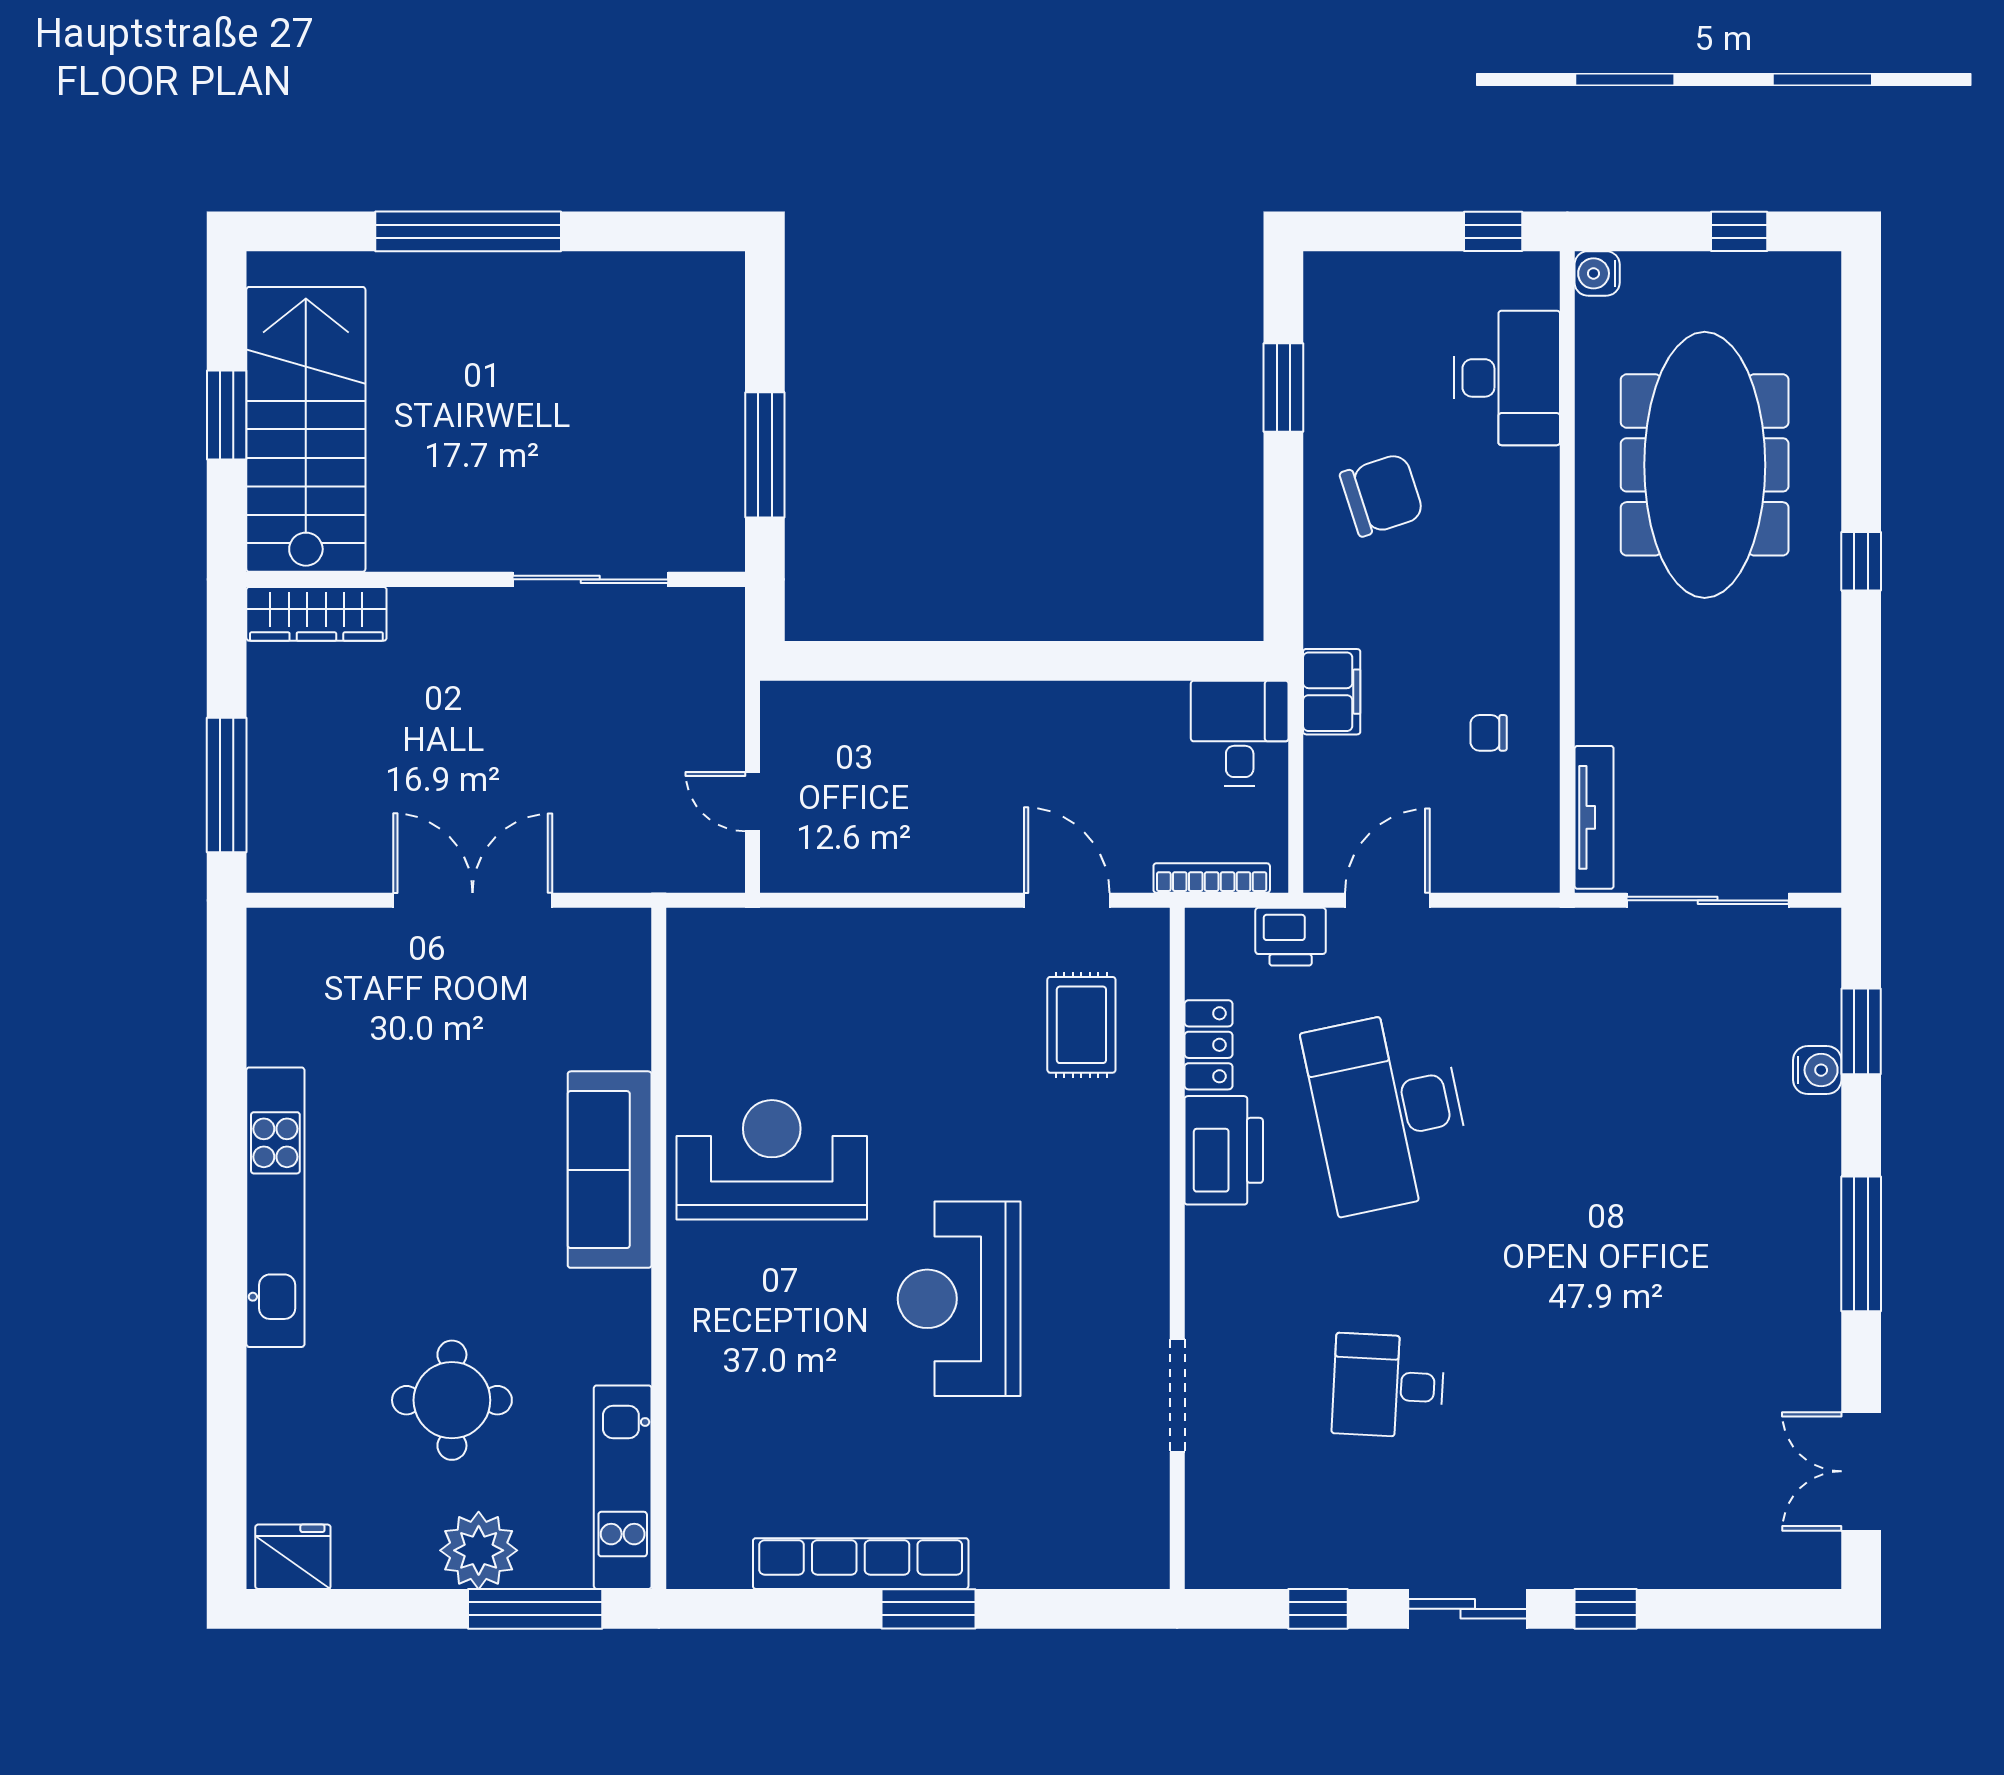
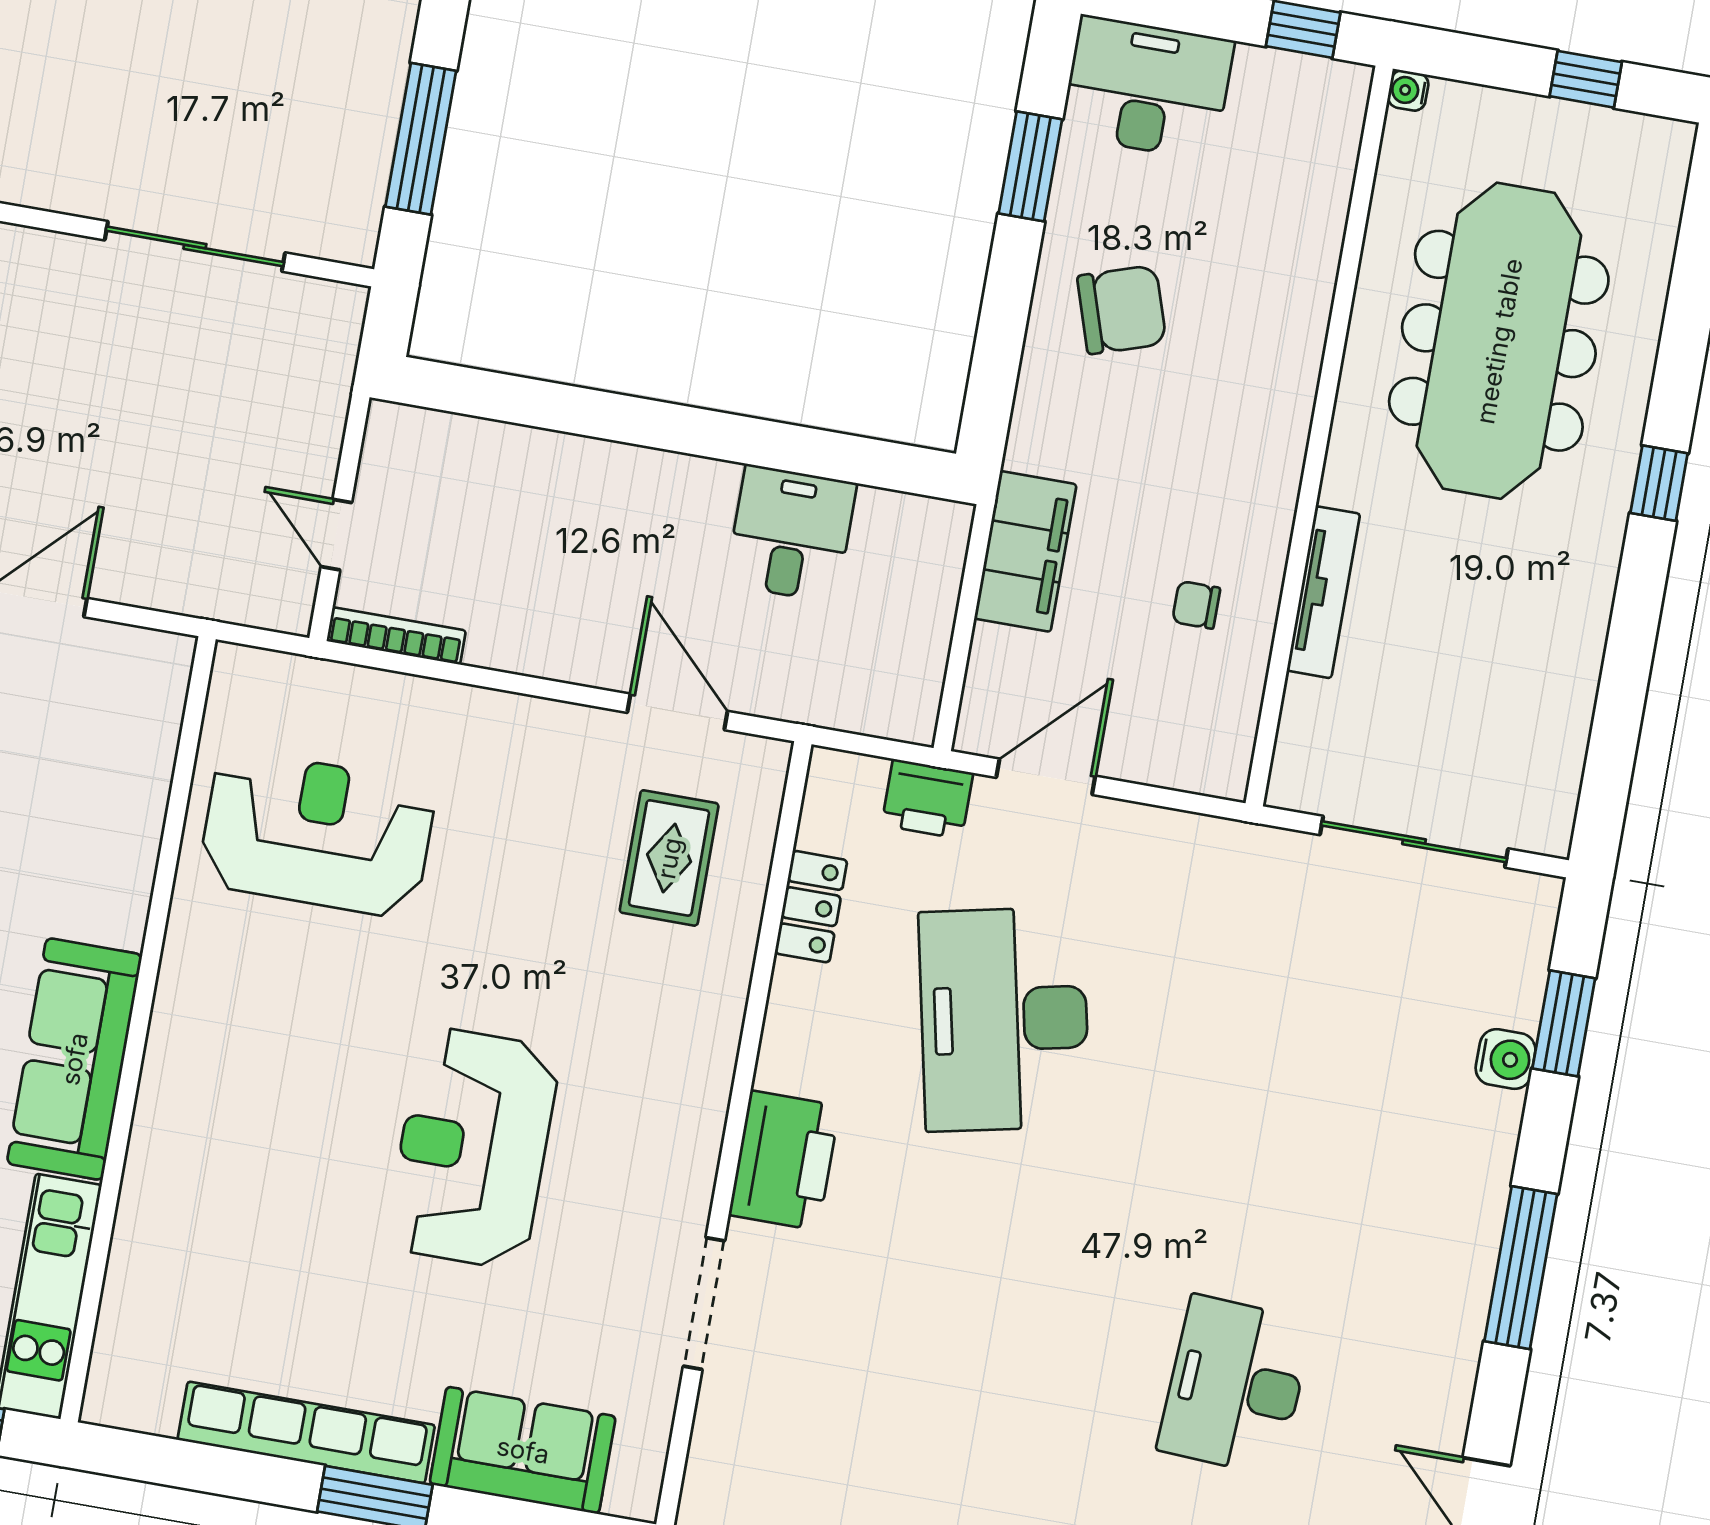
water cooler: (1597, 273) -> (1408, 90), width x0.72, depth x0.72
desk: (1507, 378) -> (1147, 88), moved, turned -90
filing cabinet: (1332, 692) -> (1025, 551), width x1.50, depth x1.17
desk: (1240, 733) -> (791, 534), moved
tv unit: (1594, 817) -> (1323, 592), moved
bookcase: (1212, 878) -> (396, 636), moved
printer: (1224, 1150) -> (784, 1160), moved
reception desk: (772, 1160) -> (317, 834), moved
sofa: (610, 1170) -> (74, 1059), moved
desk: (1388, 1386) -> (1235, 1385), moved, width x1.37
sofa: (1046, 1546) -> (523, 1450), added

